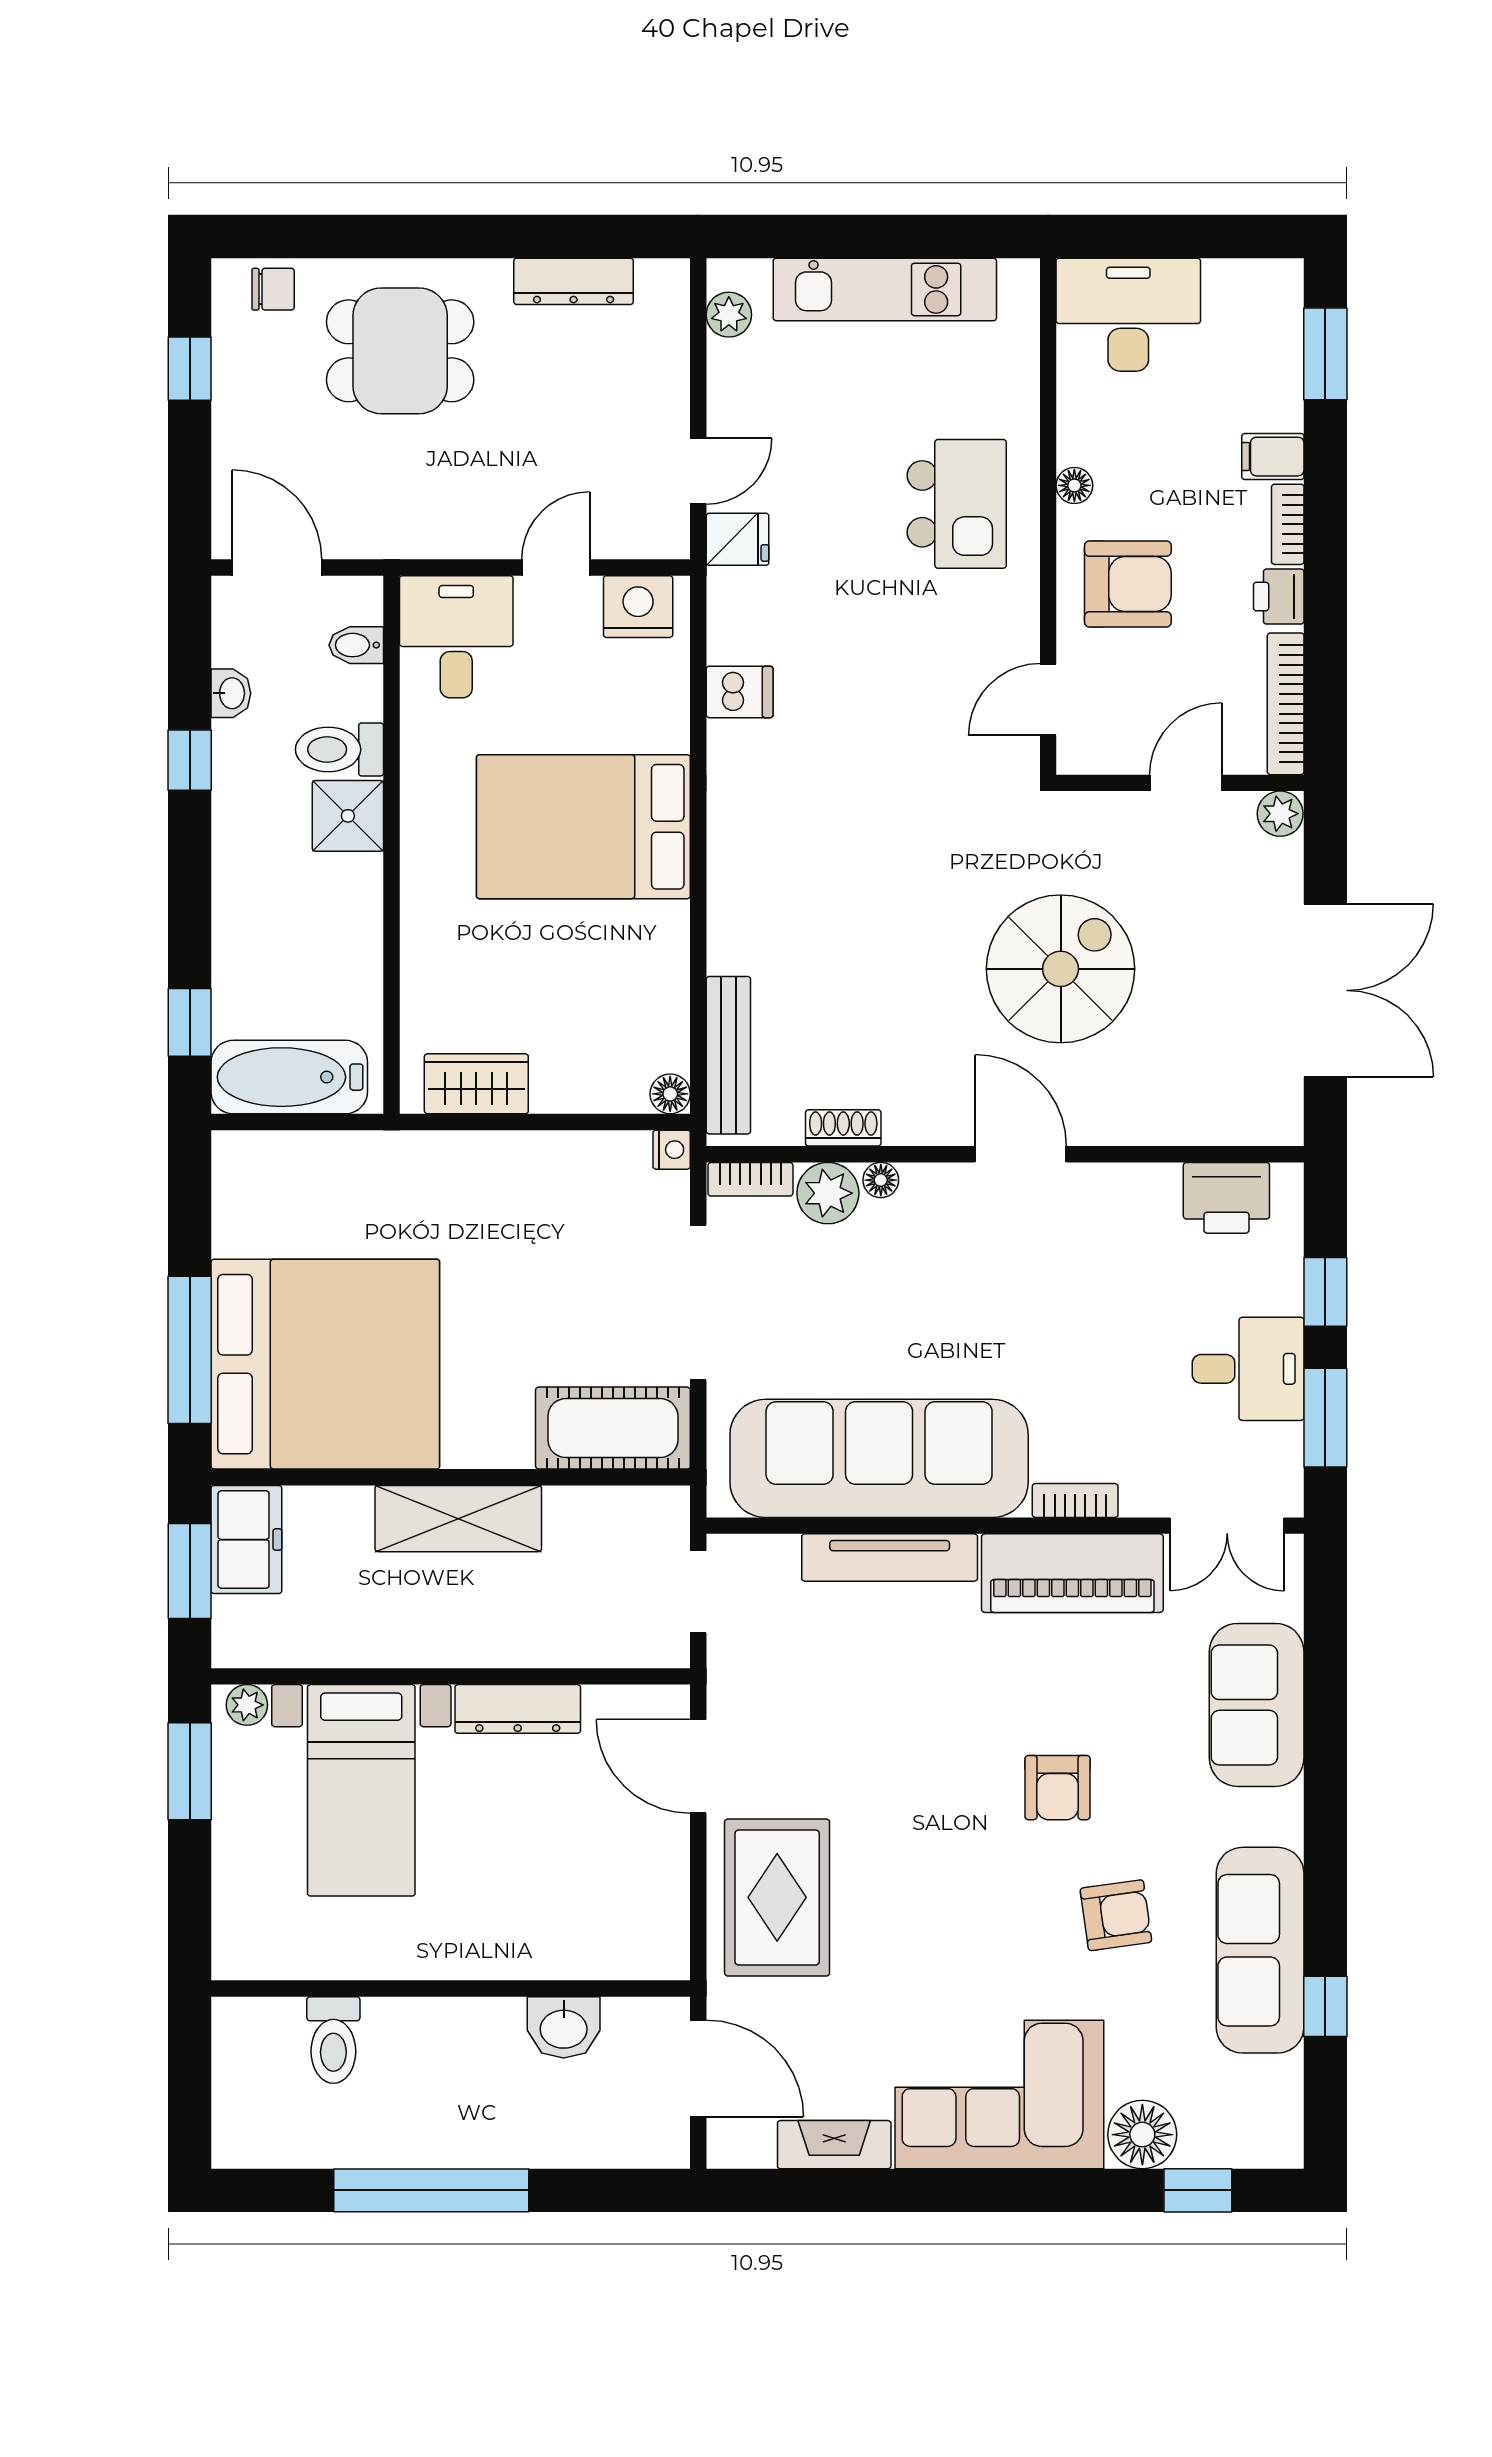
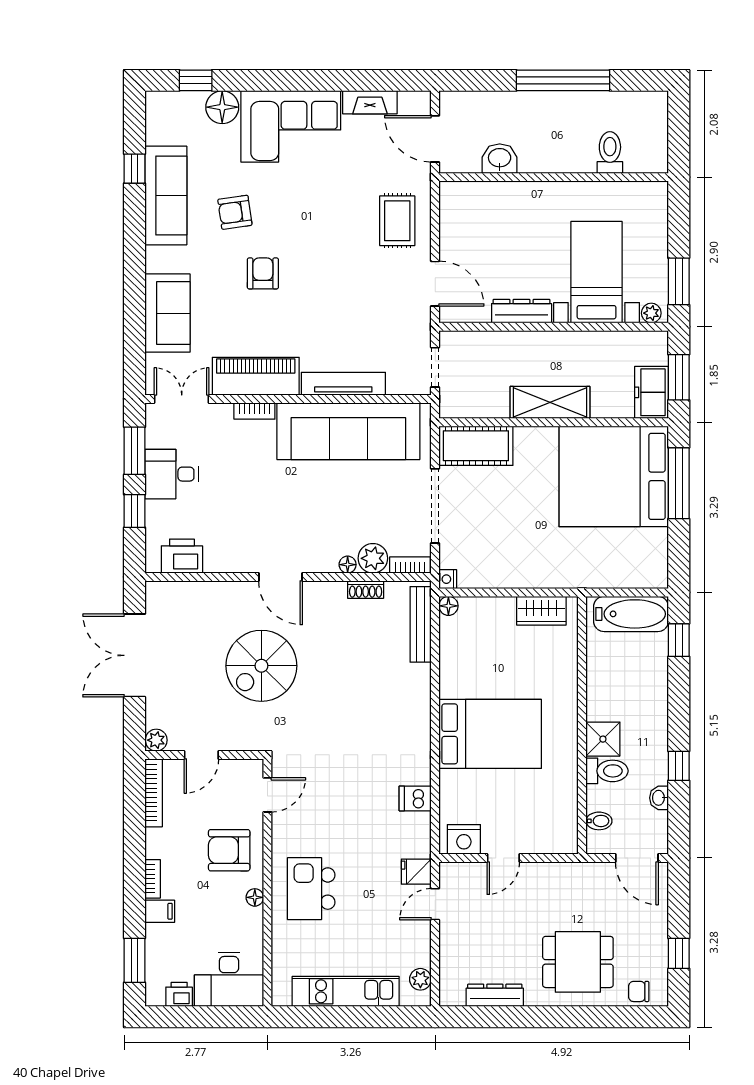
printer: (1279, 597) -> (179, 994), moved, turned -90
desk: (456, 637) -> (551, 825), removed
rug: (777, 1897) -> (397, 221), width x0.73, depth x0.70

